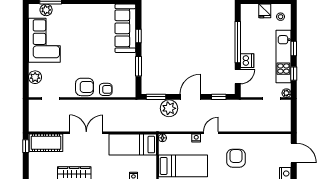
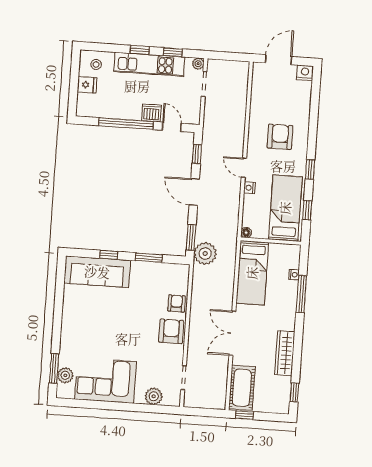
plant: (169, 108) -> (205, 253), moved
armchair: (236, 158) -> (280, 137), turned 90

